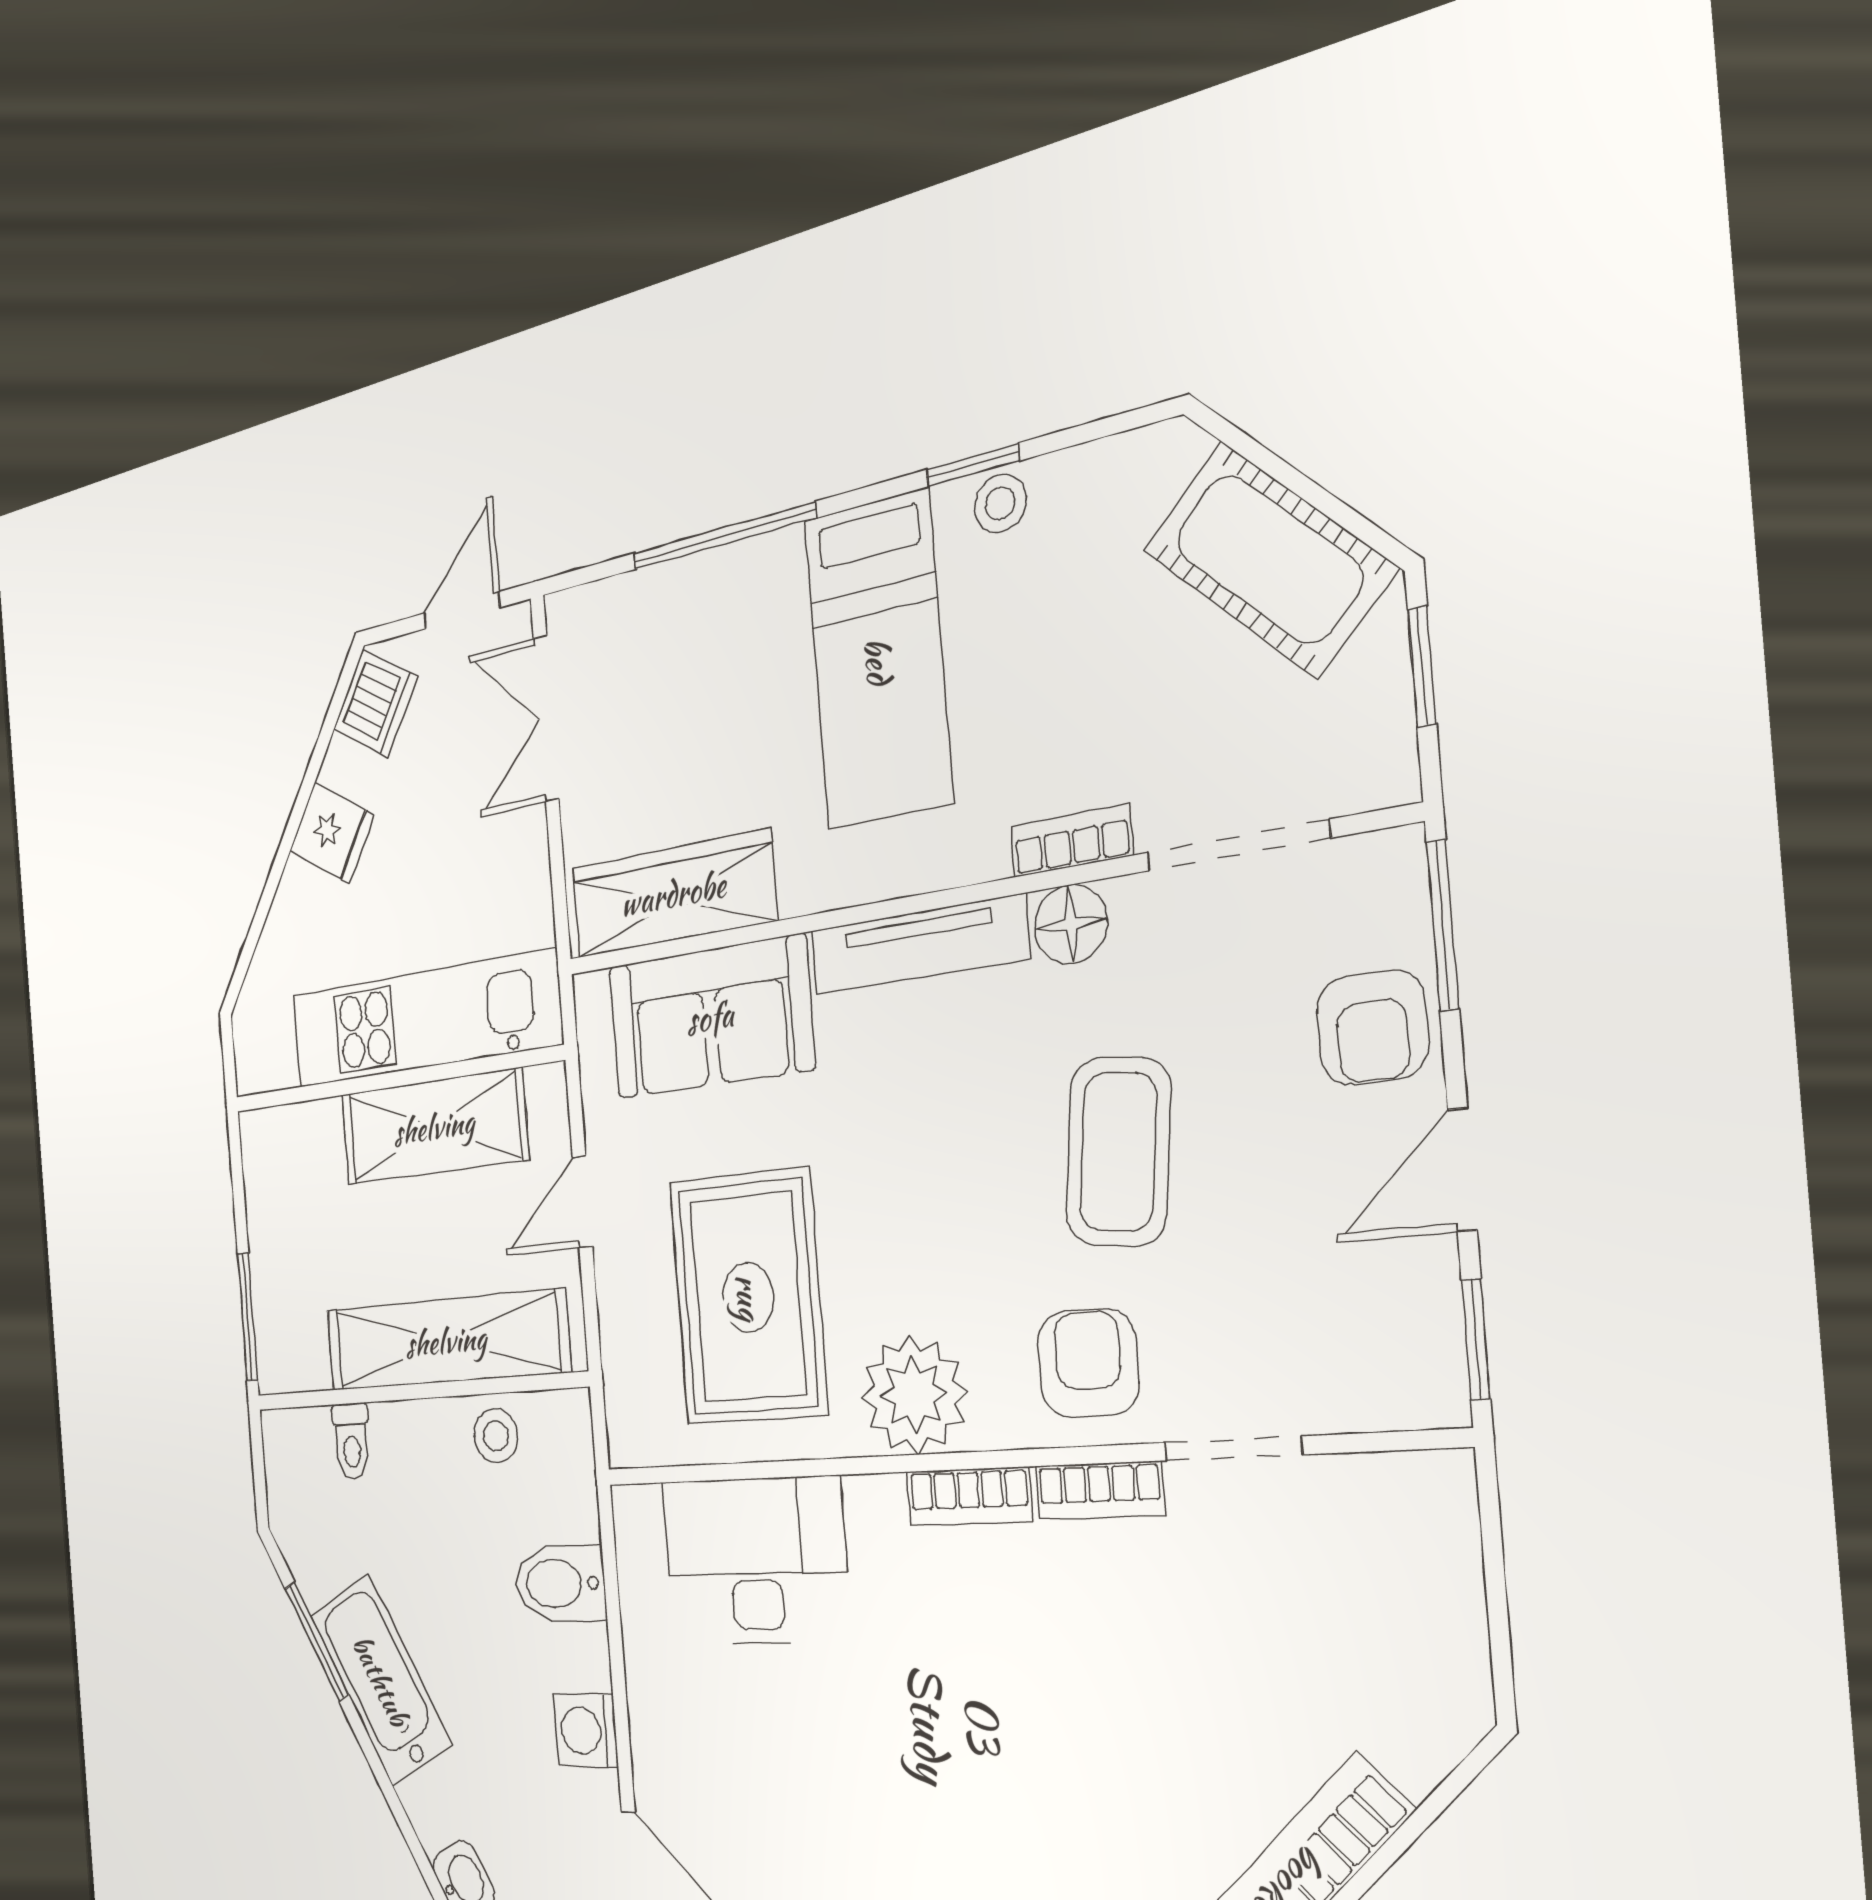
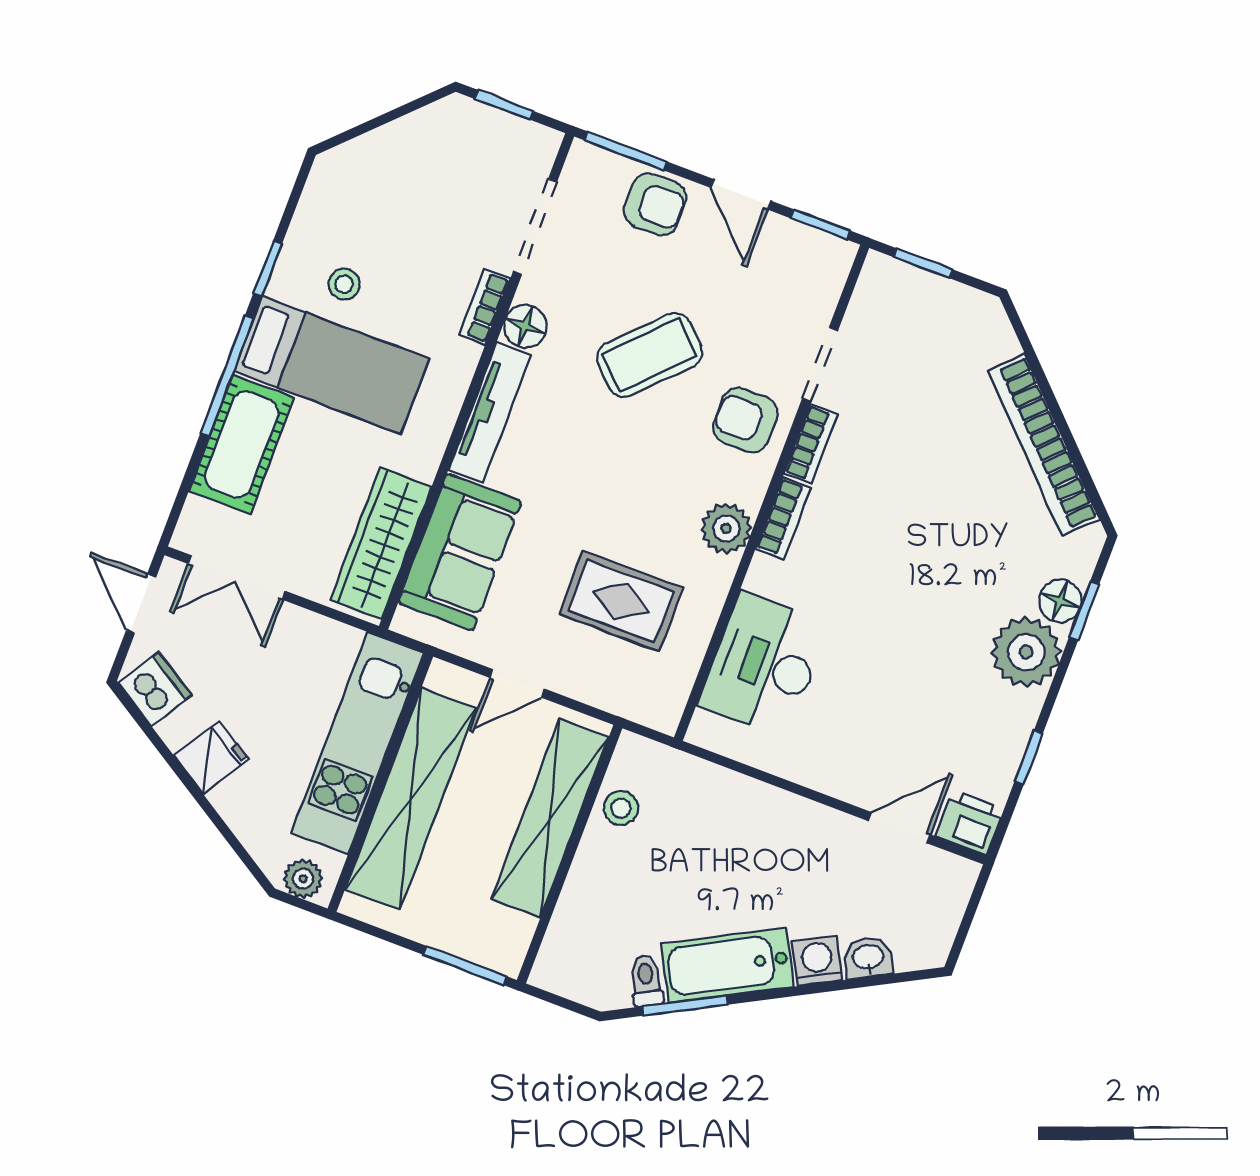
stool: (1000, 503) -> (344, 284), moved
window: (723, 536) -> (227, 376), moved
cot: (1269, 559) -> (242, 444), moved, turned -45
plant: (254, 1044) -> (303, 879), added
shelving: (434, 1127) -> (411, 799), width x1.47
coffee table: (1118, 1152) -> (649, 355), turned -53
door: (582, 1202) -> (517, 683), hinge flipped
rug: (748, 1297) -> (621, 601), width x0.73, depth x0.70
plant: (914, 1395) -> (726, 528), width x0.73, depth x0.73
toilet: (351, 1441) -> (646, 981), moved, turned -118
window: (1493, 1558) -> (923, 263), added
bidet: (560, 1583) -> (724, 803), removed
washing machine: (586, 1731) -> (817, 961), moved, turned 152

